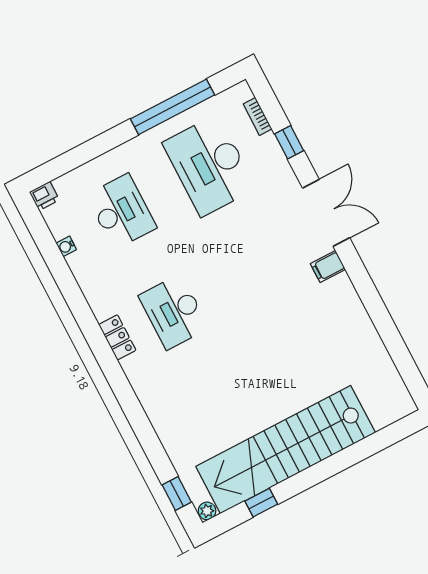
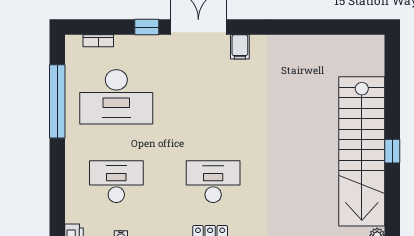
window: (289, 142) -> (147, 27), moved
desk: (174, 312) -> (213, 182), turned 180
window: (261, 503) -> (392, 151), moved

